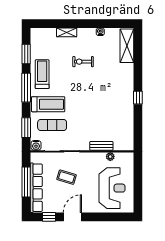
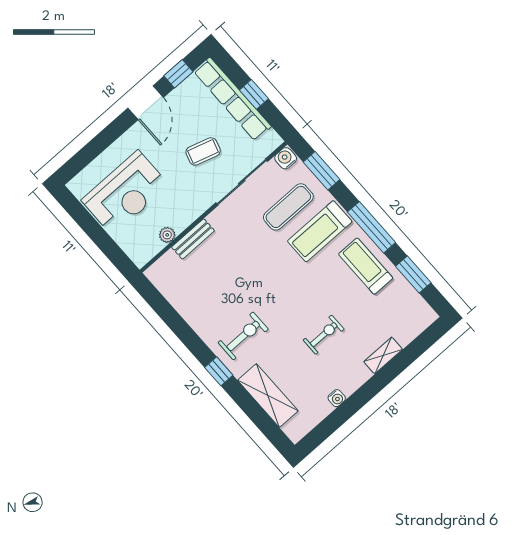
shelving: (127, 46) -> (268, 396), moved
treadmill: (42, 74) -> (366, 266), turned 180
exercise bike: (116, 90) -> (243, 336), added
window: (138, 98) -> (219, 371), moved
window: (26, 182) -> (254, 94), width x0.46
reception desk: (112, 188) -> (125, 193), turned -90

